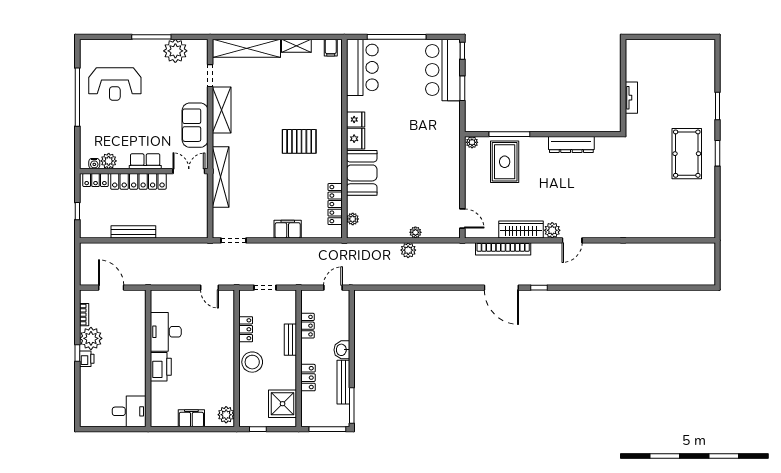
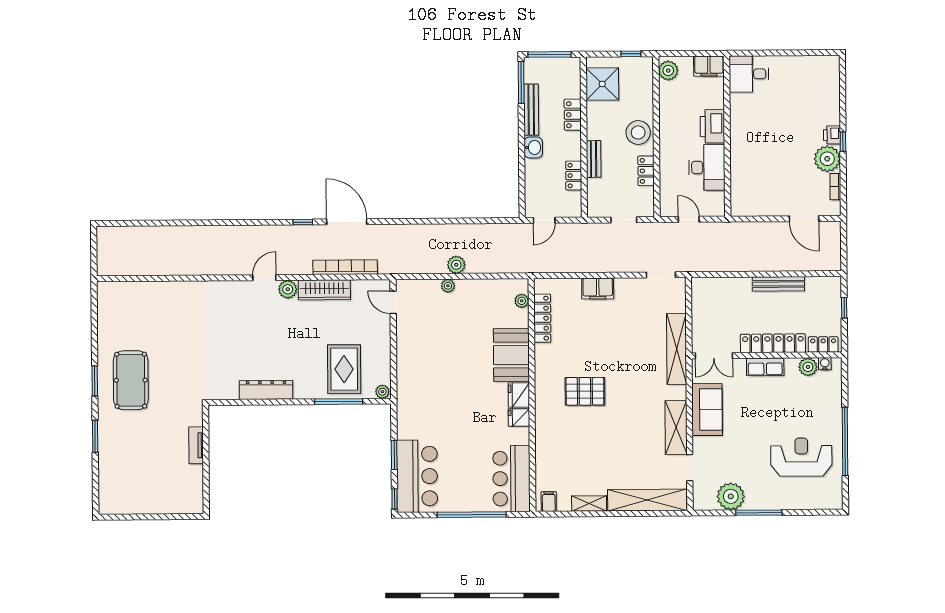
desk: (166, 332) -> (707, 167), moved
wall: (148, 358) -> (727, 136), moved
printer: (161, 367) -> (712, 126), moved
desk: (129, 411) -> (749, 74), moved

